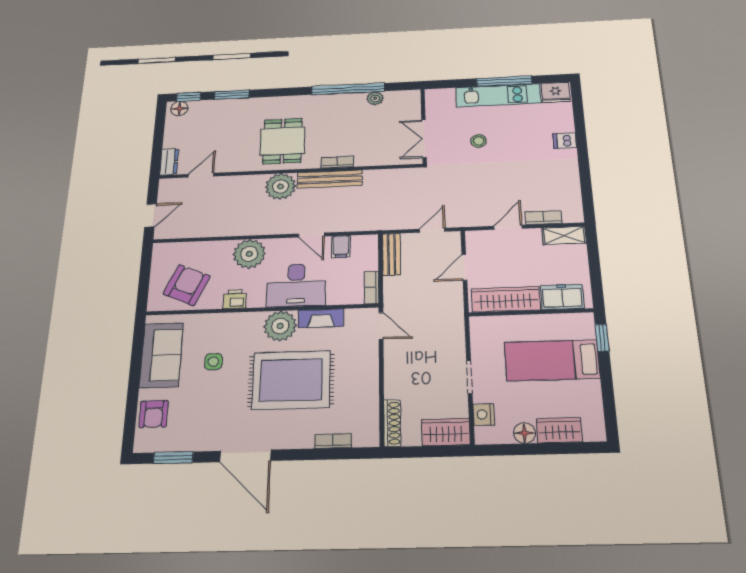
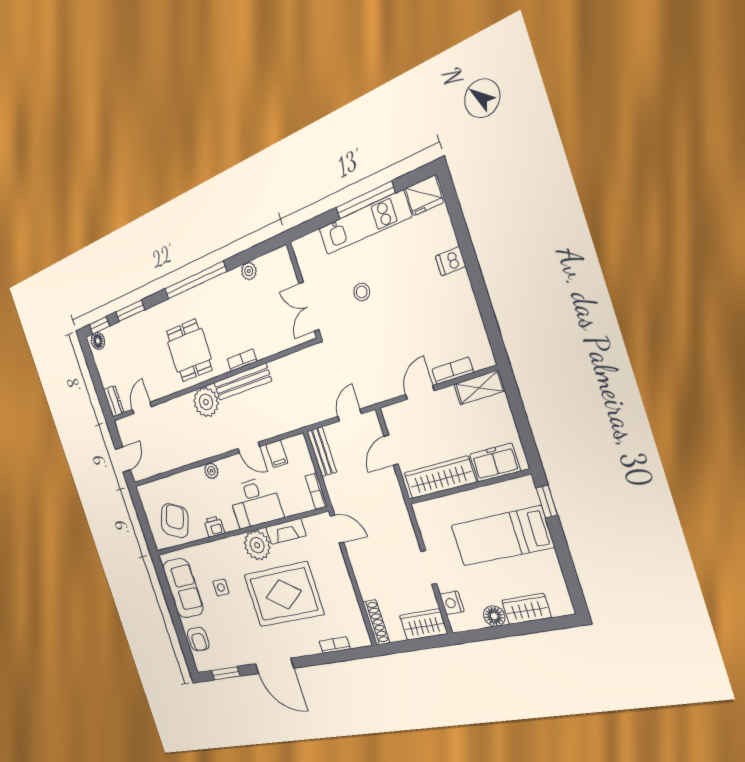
window: (348, 89) -> (195, 280), moved
plant: (249, 254) -> (211, 471), width x0.53, depth x0.53

